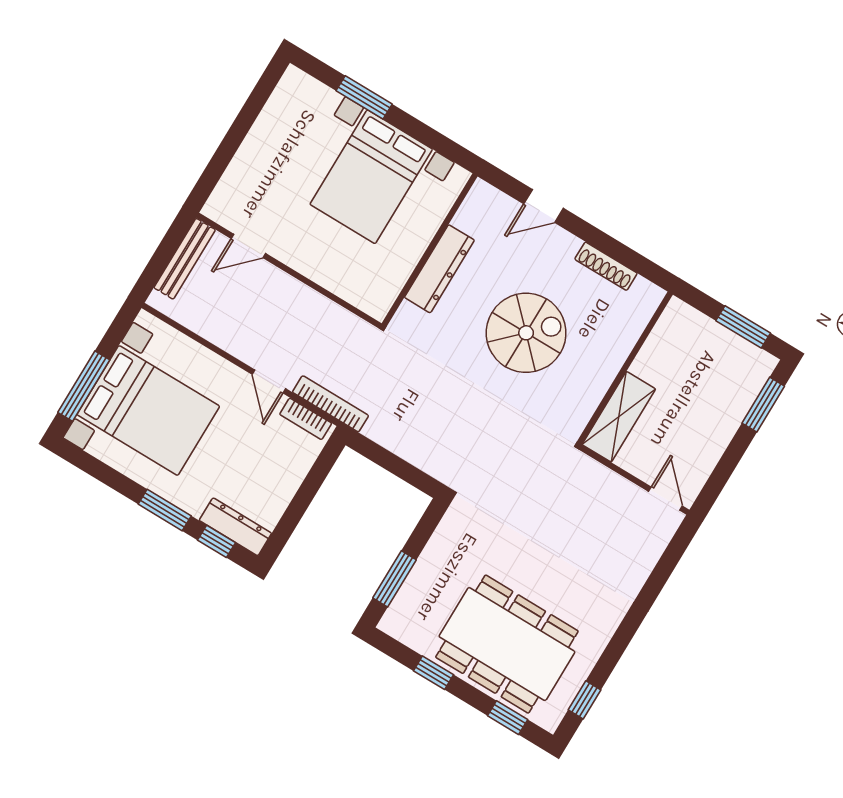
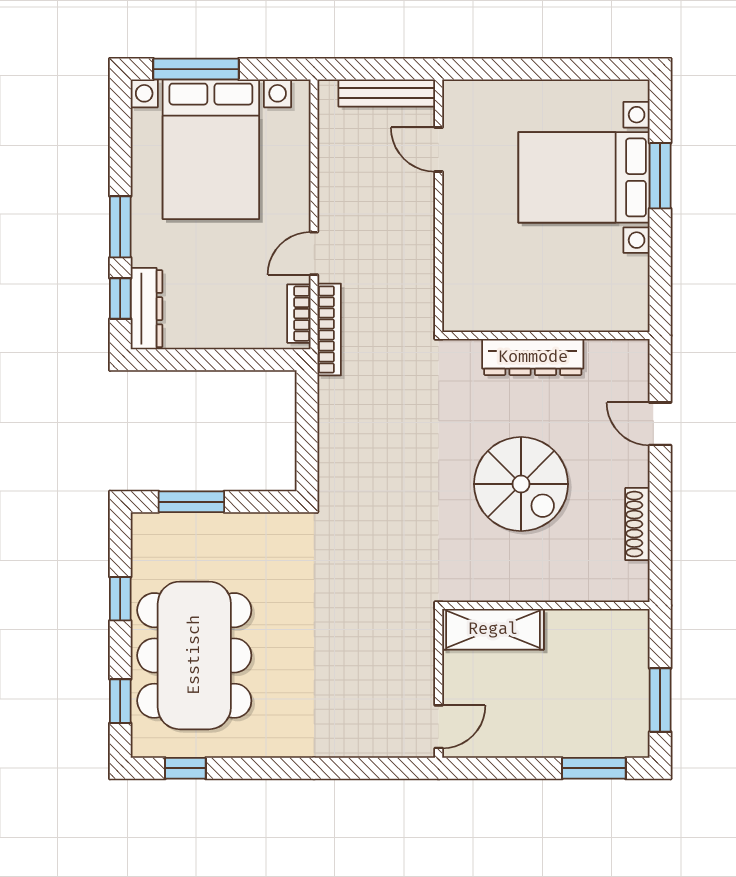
bed with nightstands: (371, 177) -> (584, 177), moved

